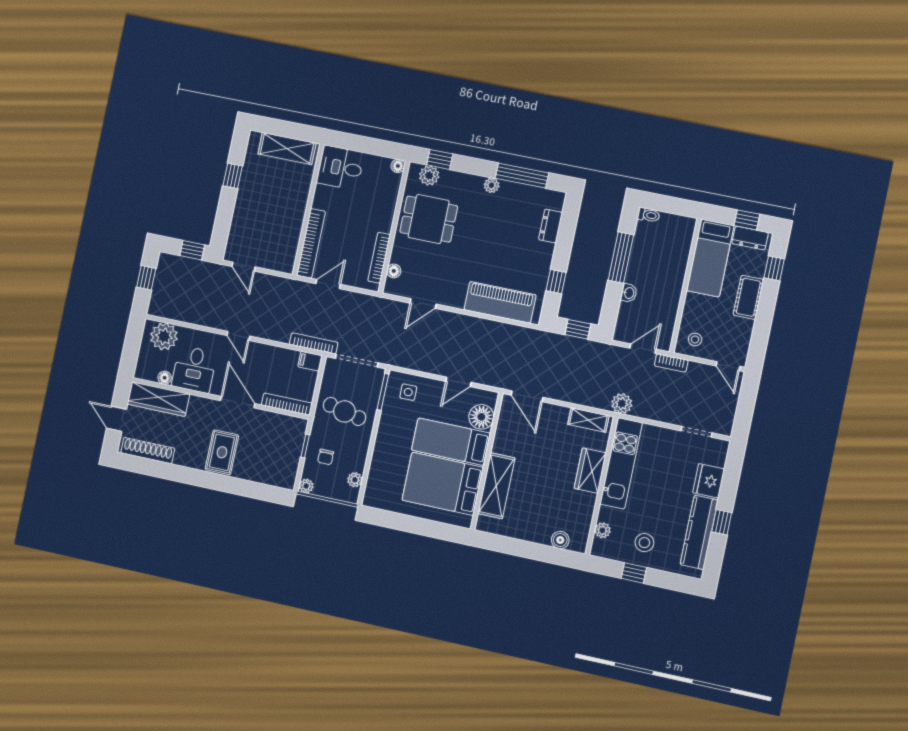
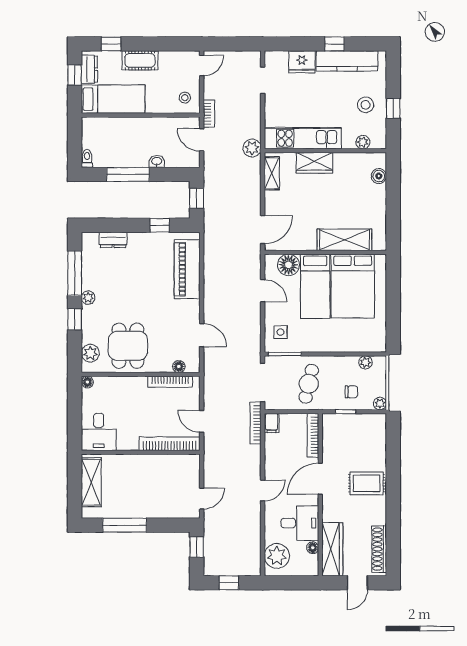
window: (440, 159) -> (75, 319), moved
window: (233, 176) -> (125, 525), width x2.17

